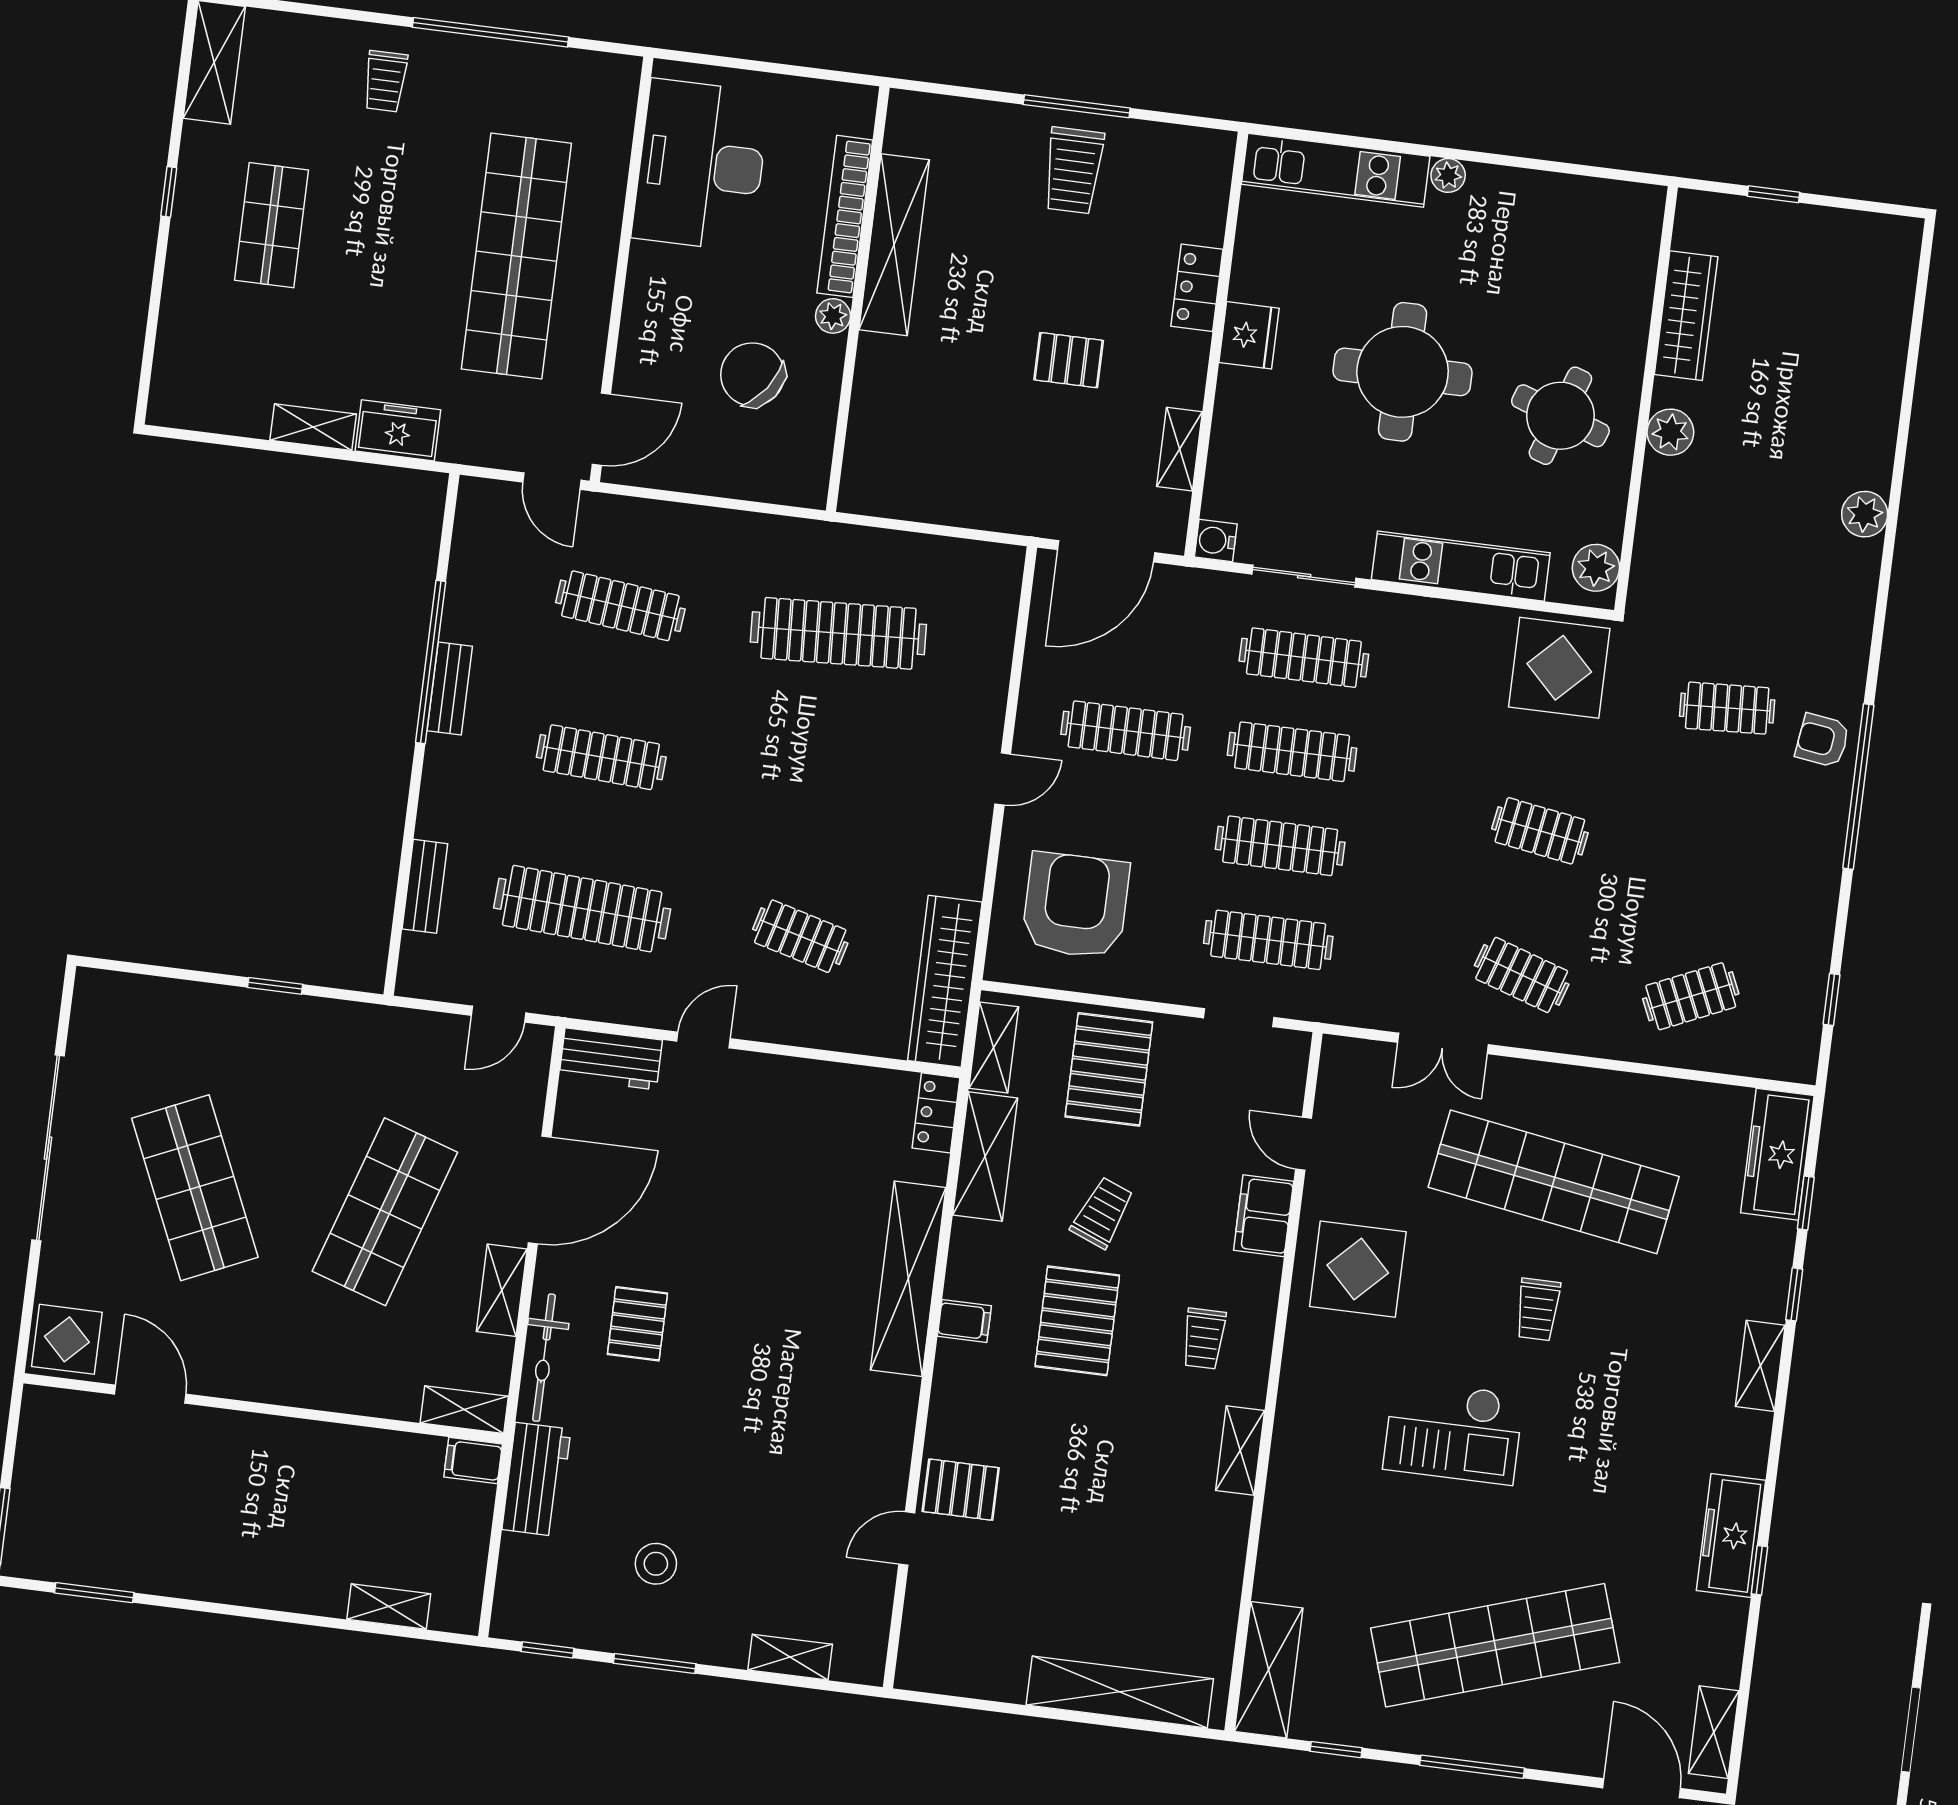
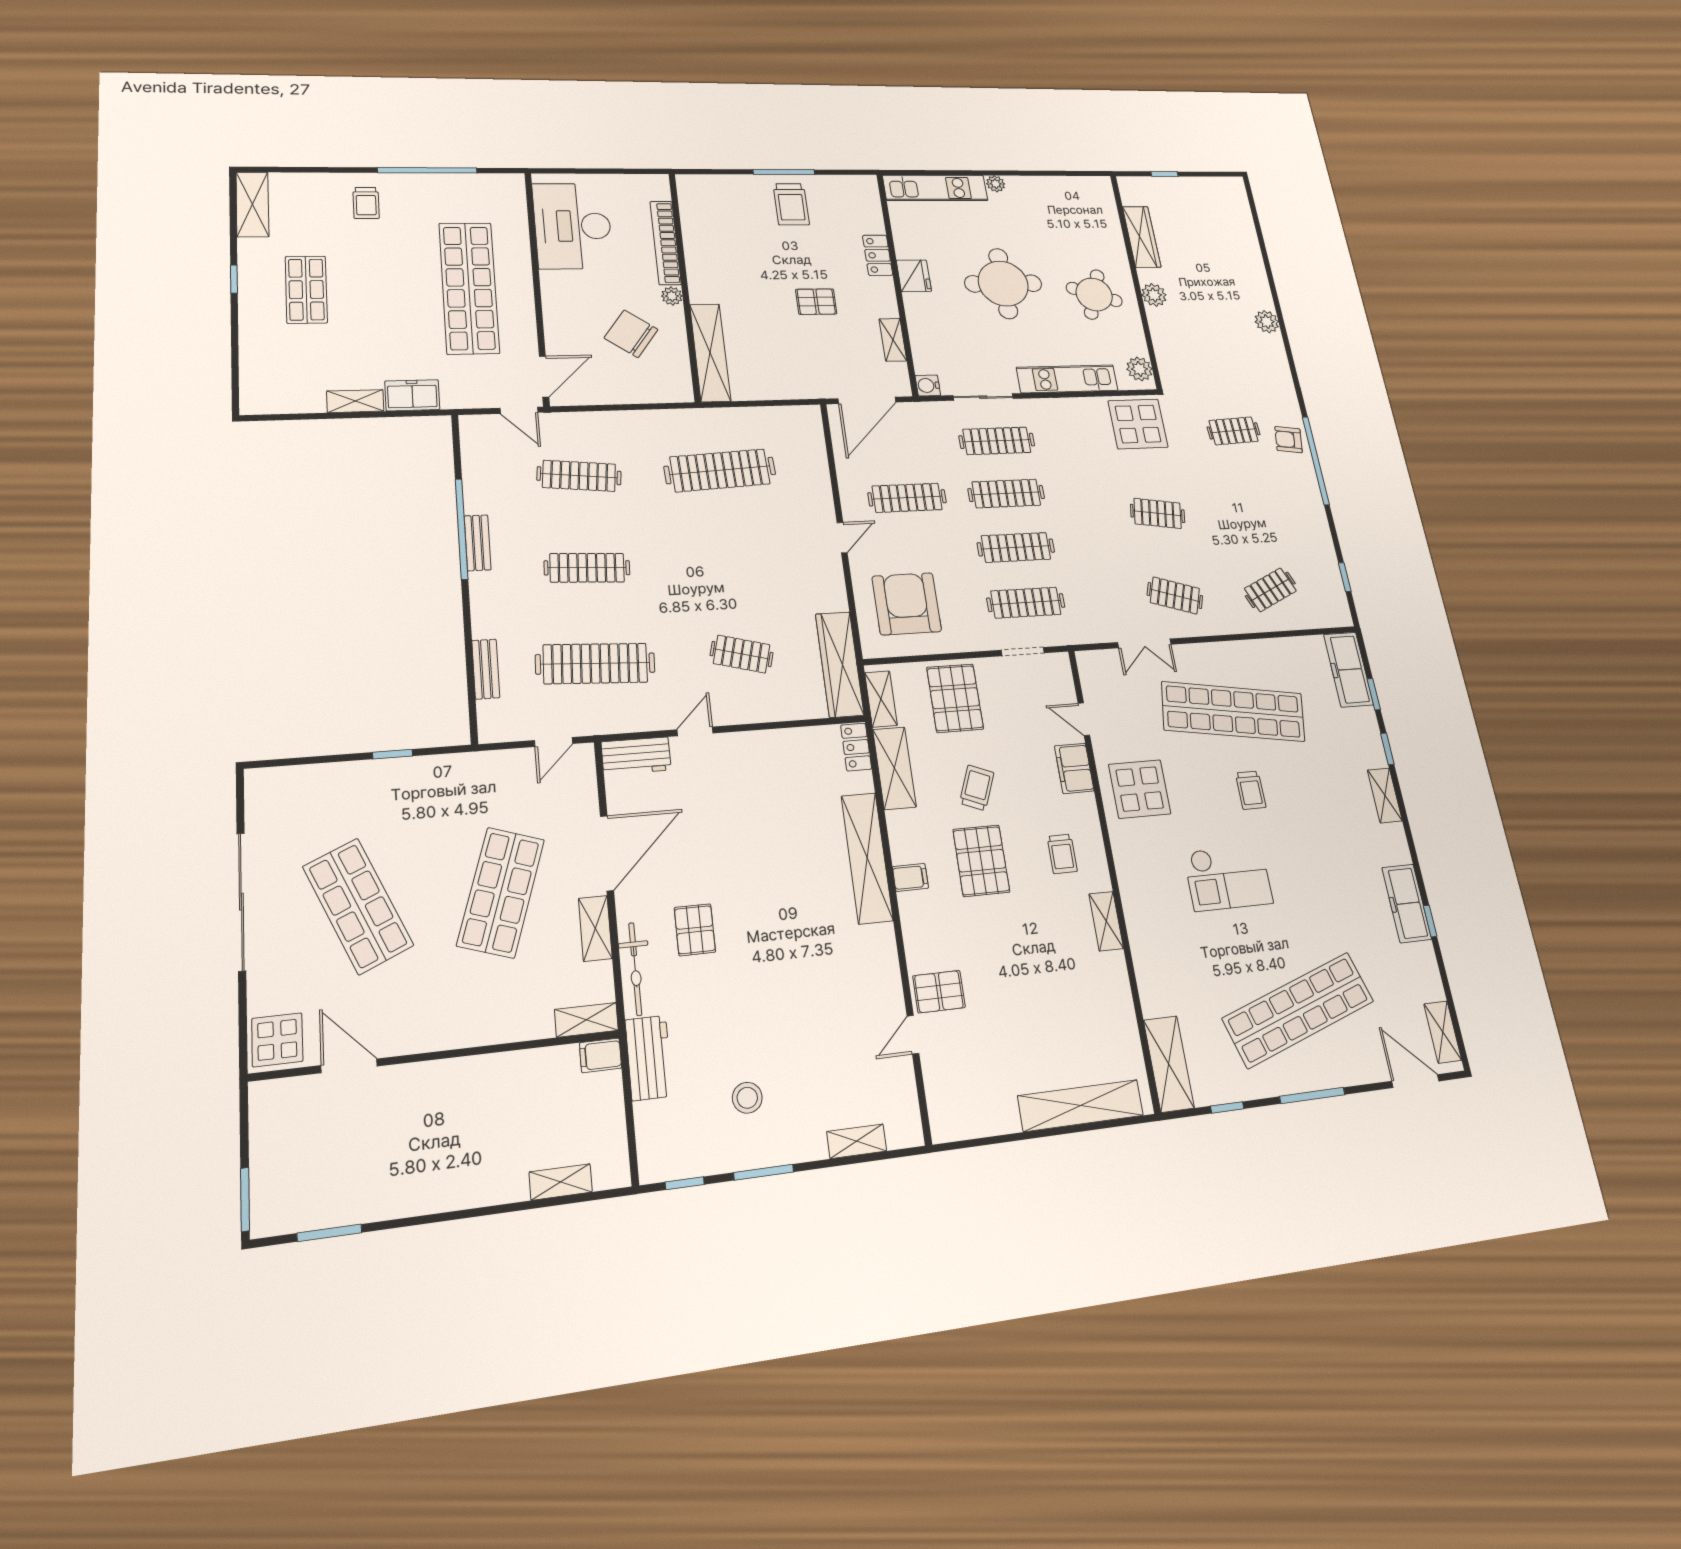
shelving: (894, 245) -> (710, 353), moved

